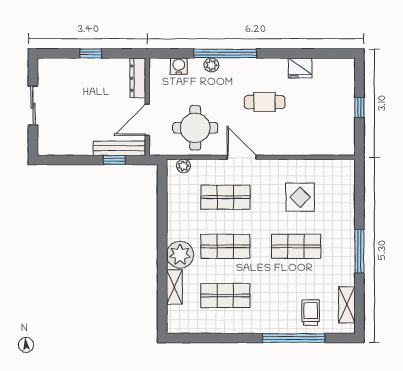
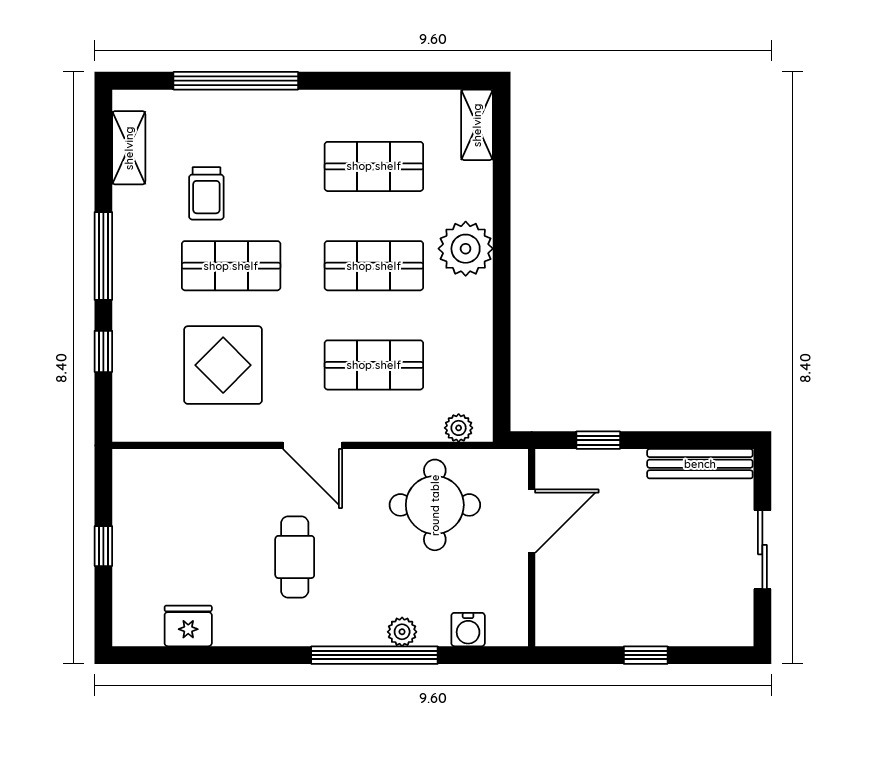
fridge: (300, 68) -> (188, 626), moved
dresser: (138, 78) -> (551, 605), removed
cafe table: (265, 102) -> (295, 557), turned 90
bench: (119, 148) -> (700, 464), moved
door: (242, 157) -> (312, 445), moved
display table: (300, 197) -> (223, 365), width x1.36, depth x1.36
window: (359, 204) -> (103, 351), added
shelving: (174, 287) -> (477, 125), moved
trolley: (311, 312) -> (206, 193), moved

